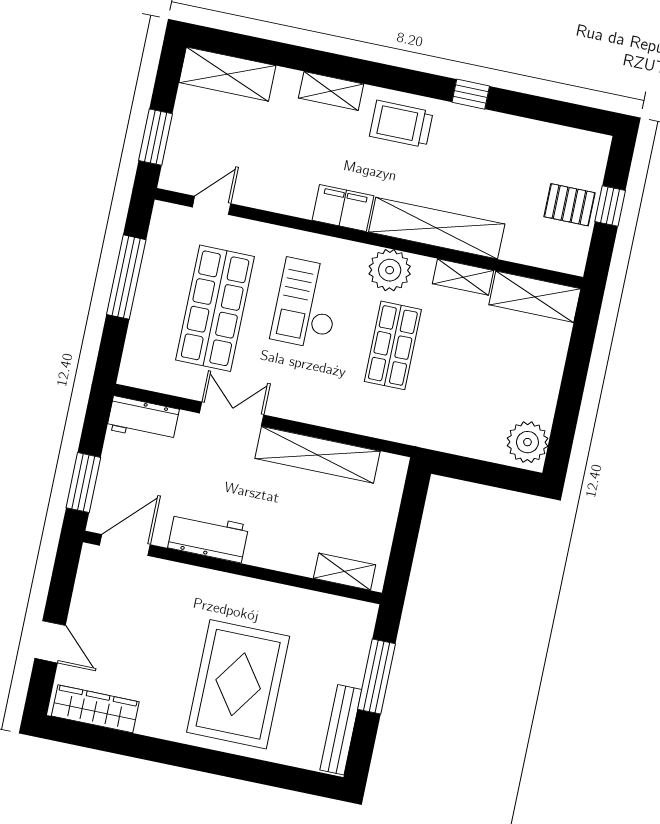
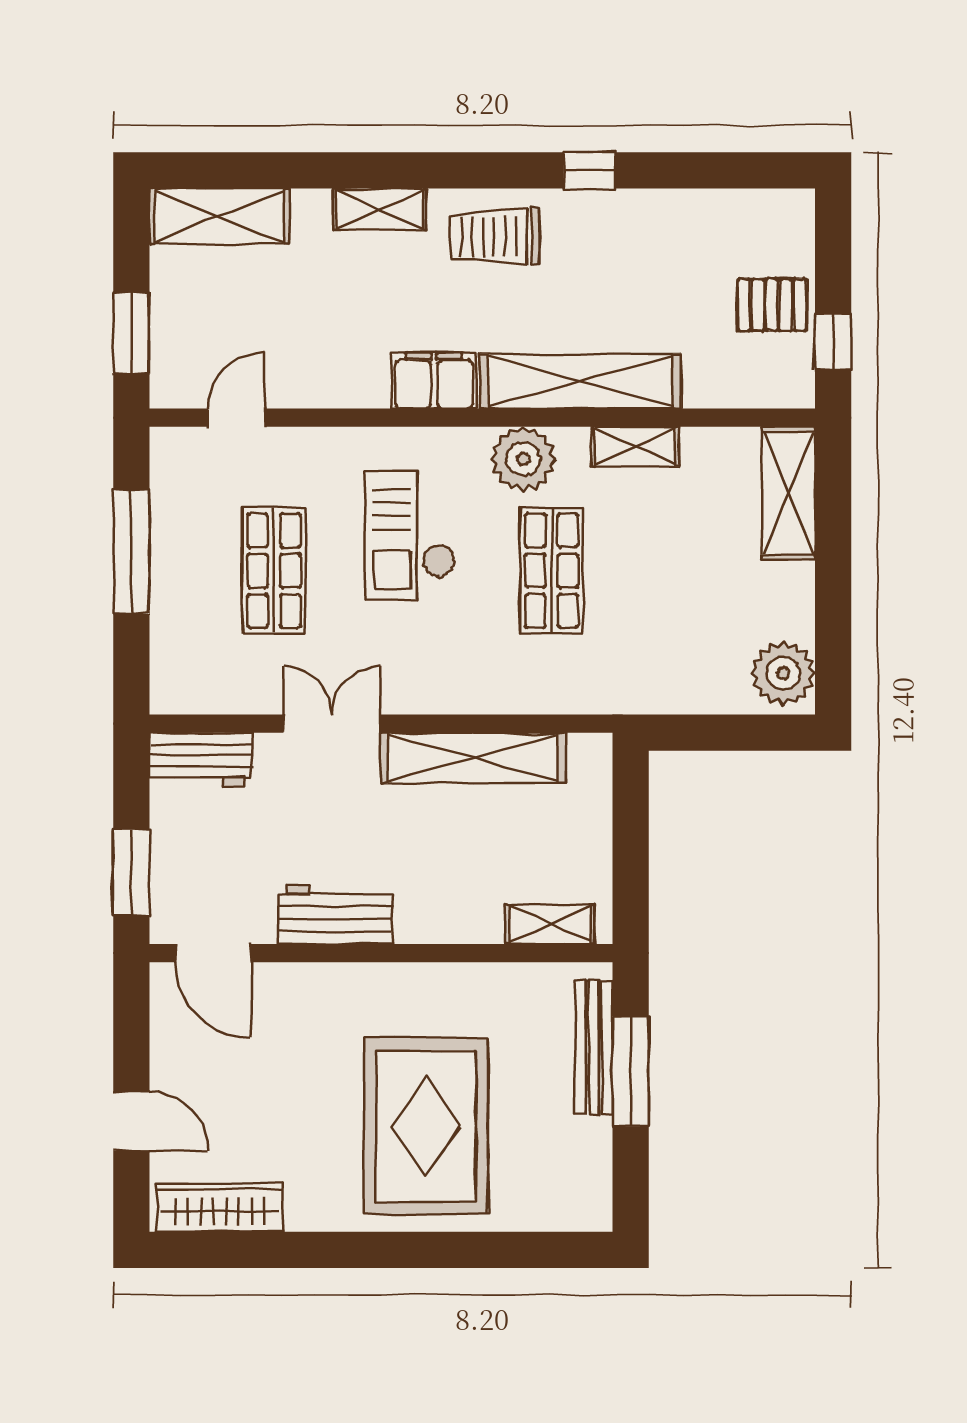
window: (610, 206) -> (833, 342), moved
shelving: (535, 297) -> (789, 493), moved, turned 90
shop shelf: (215, 308) -> (274, 571), width x0.70, depth x0.74
door: (125, 545) -> (213, 953), swing flipped
bench: (341, 730) -> (594, 1047), moved

